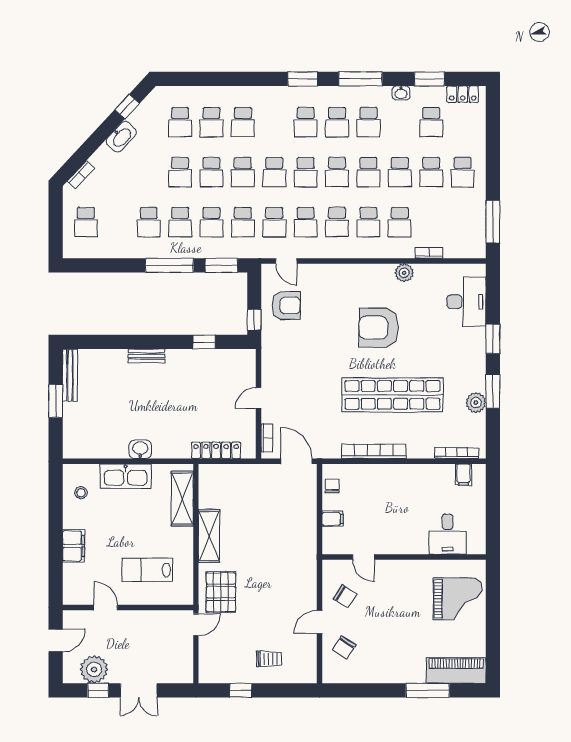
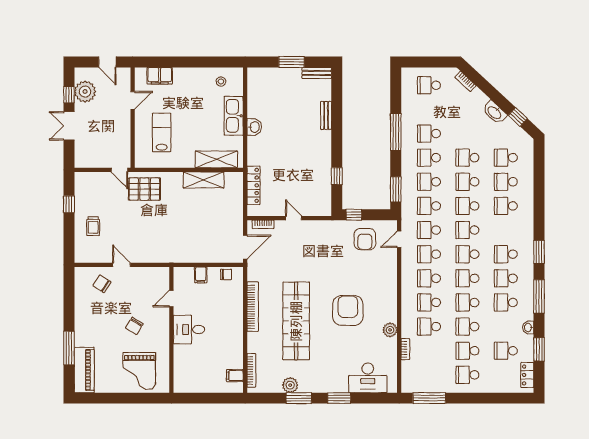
window: (169, 265) -> (396, 132), moved
bench: (147, 356) -> (326, 115), moved
bench: (70, 375) -> (317, 73), width x0.73
desk: (447, 534) -> (189, 330), moved
shelving: (209, 536) -> (204, 180), moved
filing cabinet: (74, 546) -> (160, 76), moved
chair: (345, 596) -> (134, 326), moved

